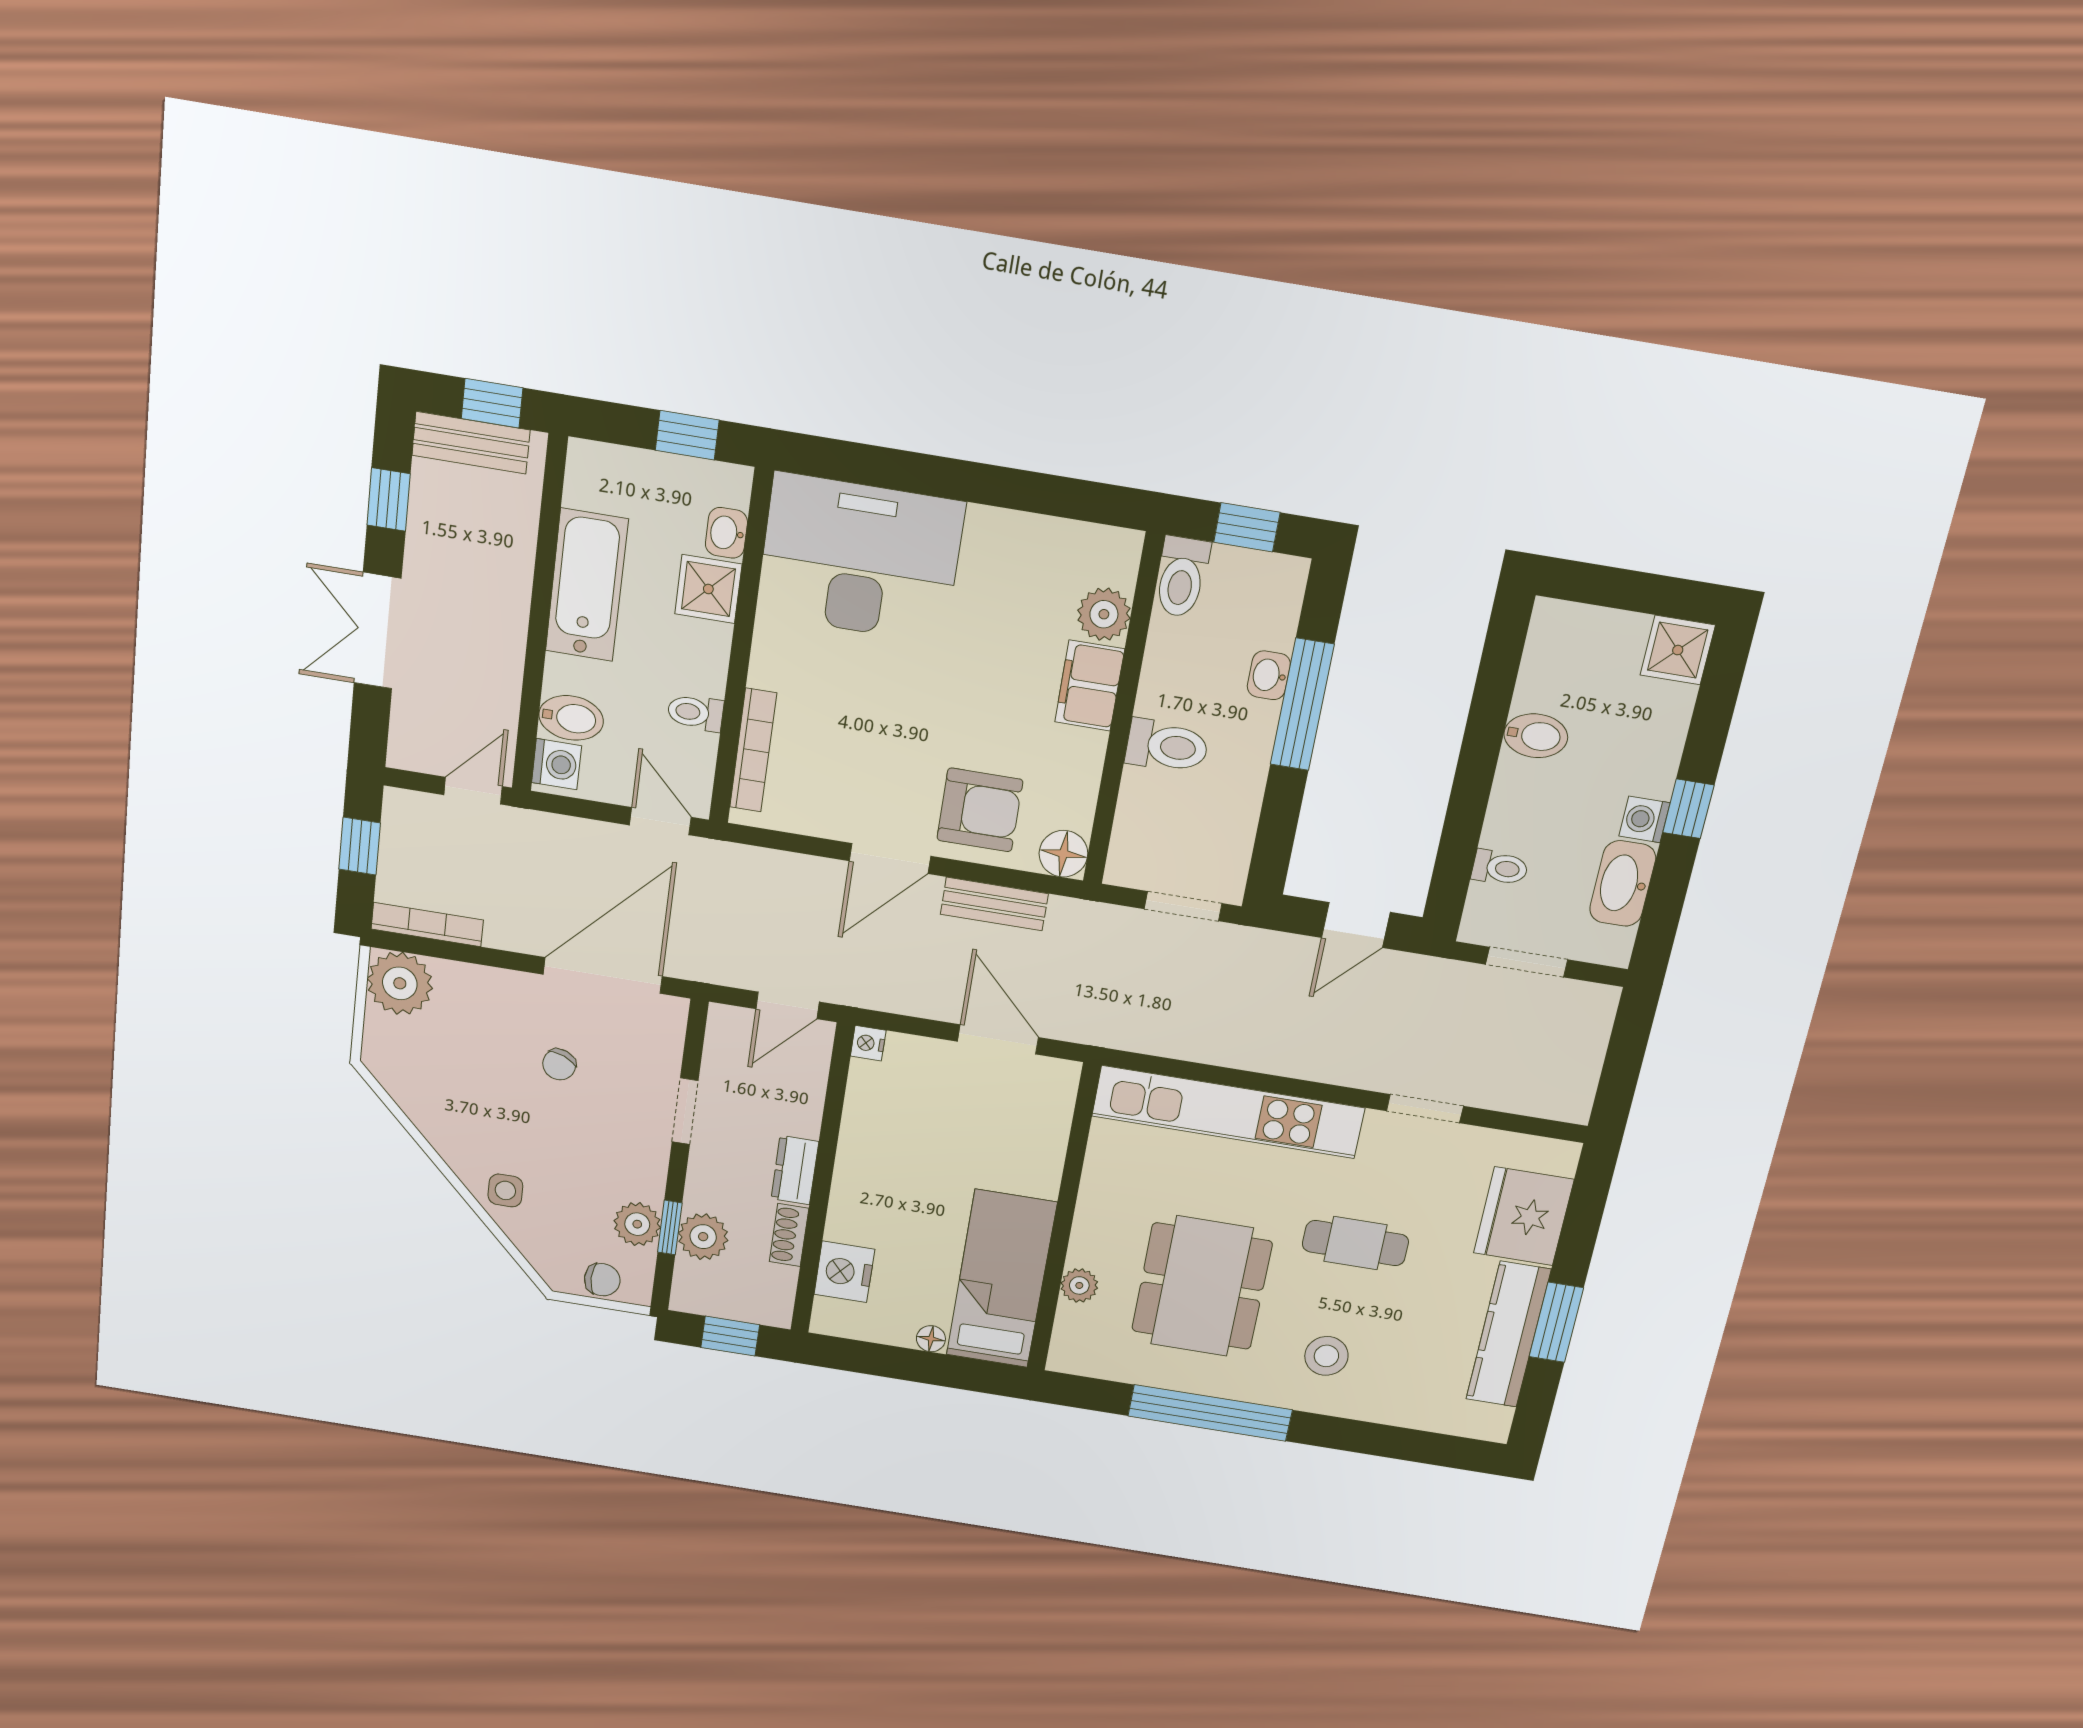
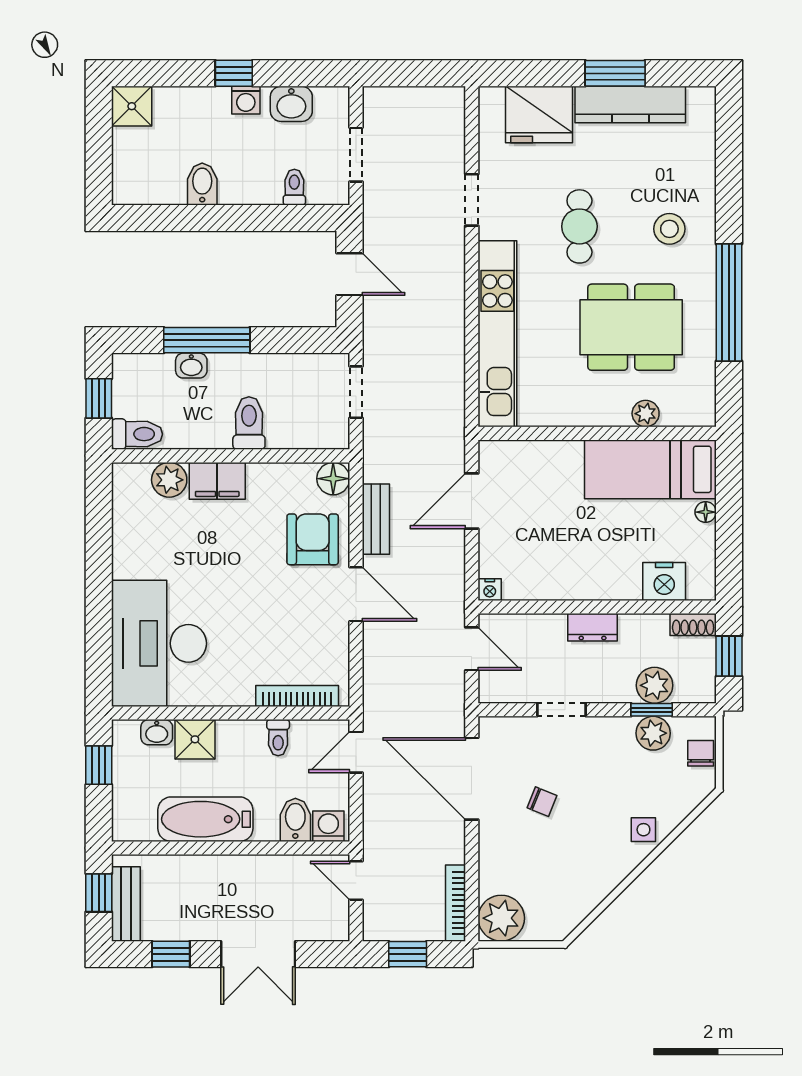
washbasin: (1623, 884) -> (291, 104), width x0.72
shoe rack: (789, 1235) -> (693, 625), moved

